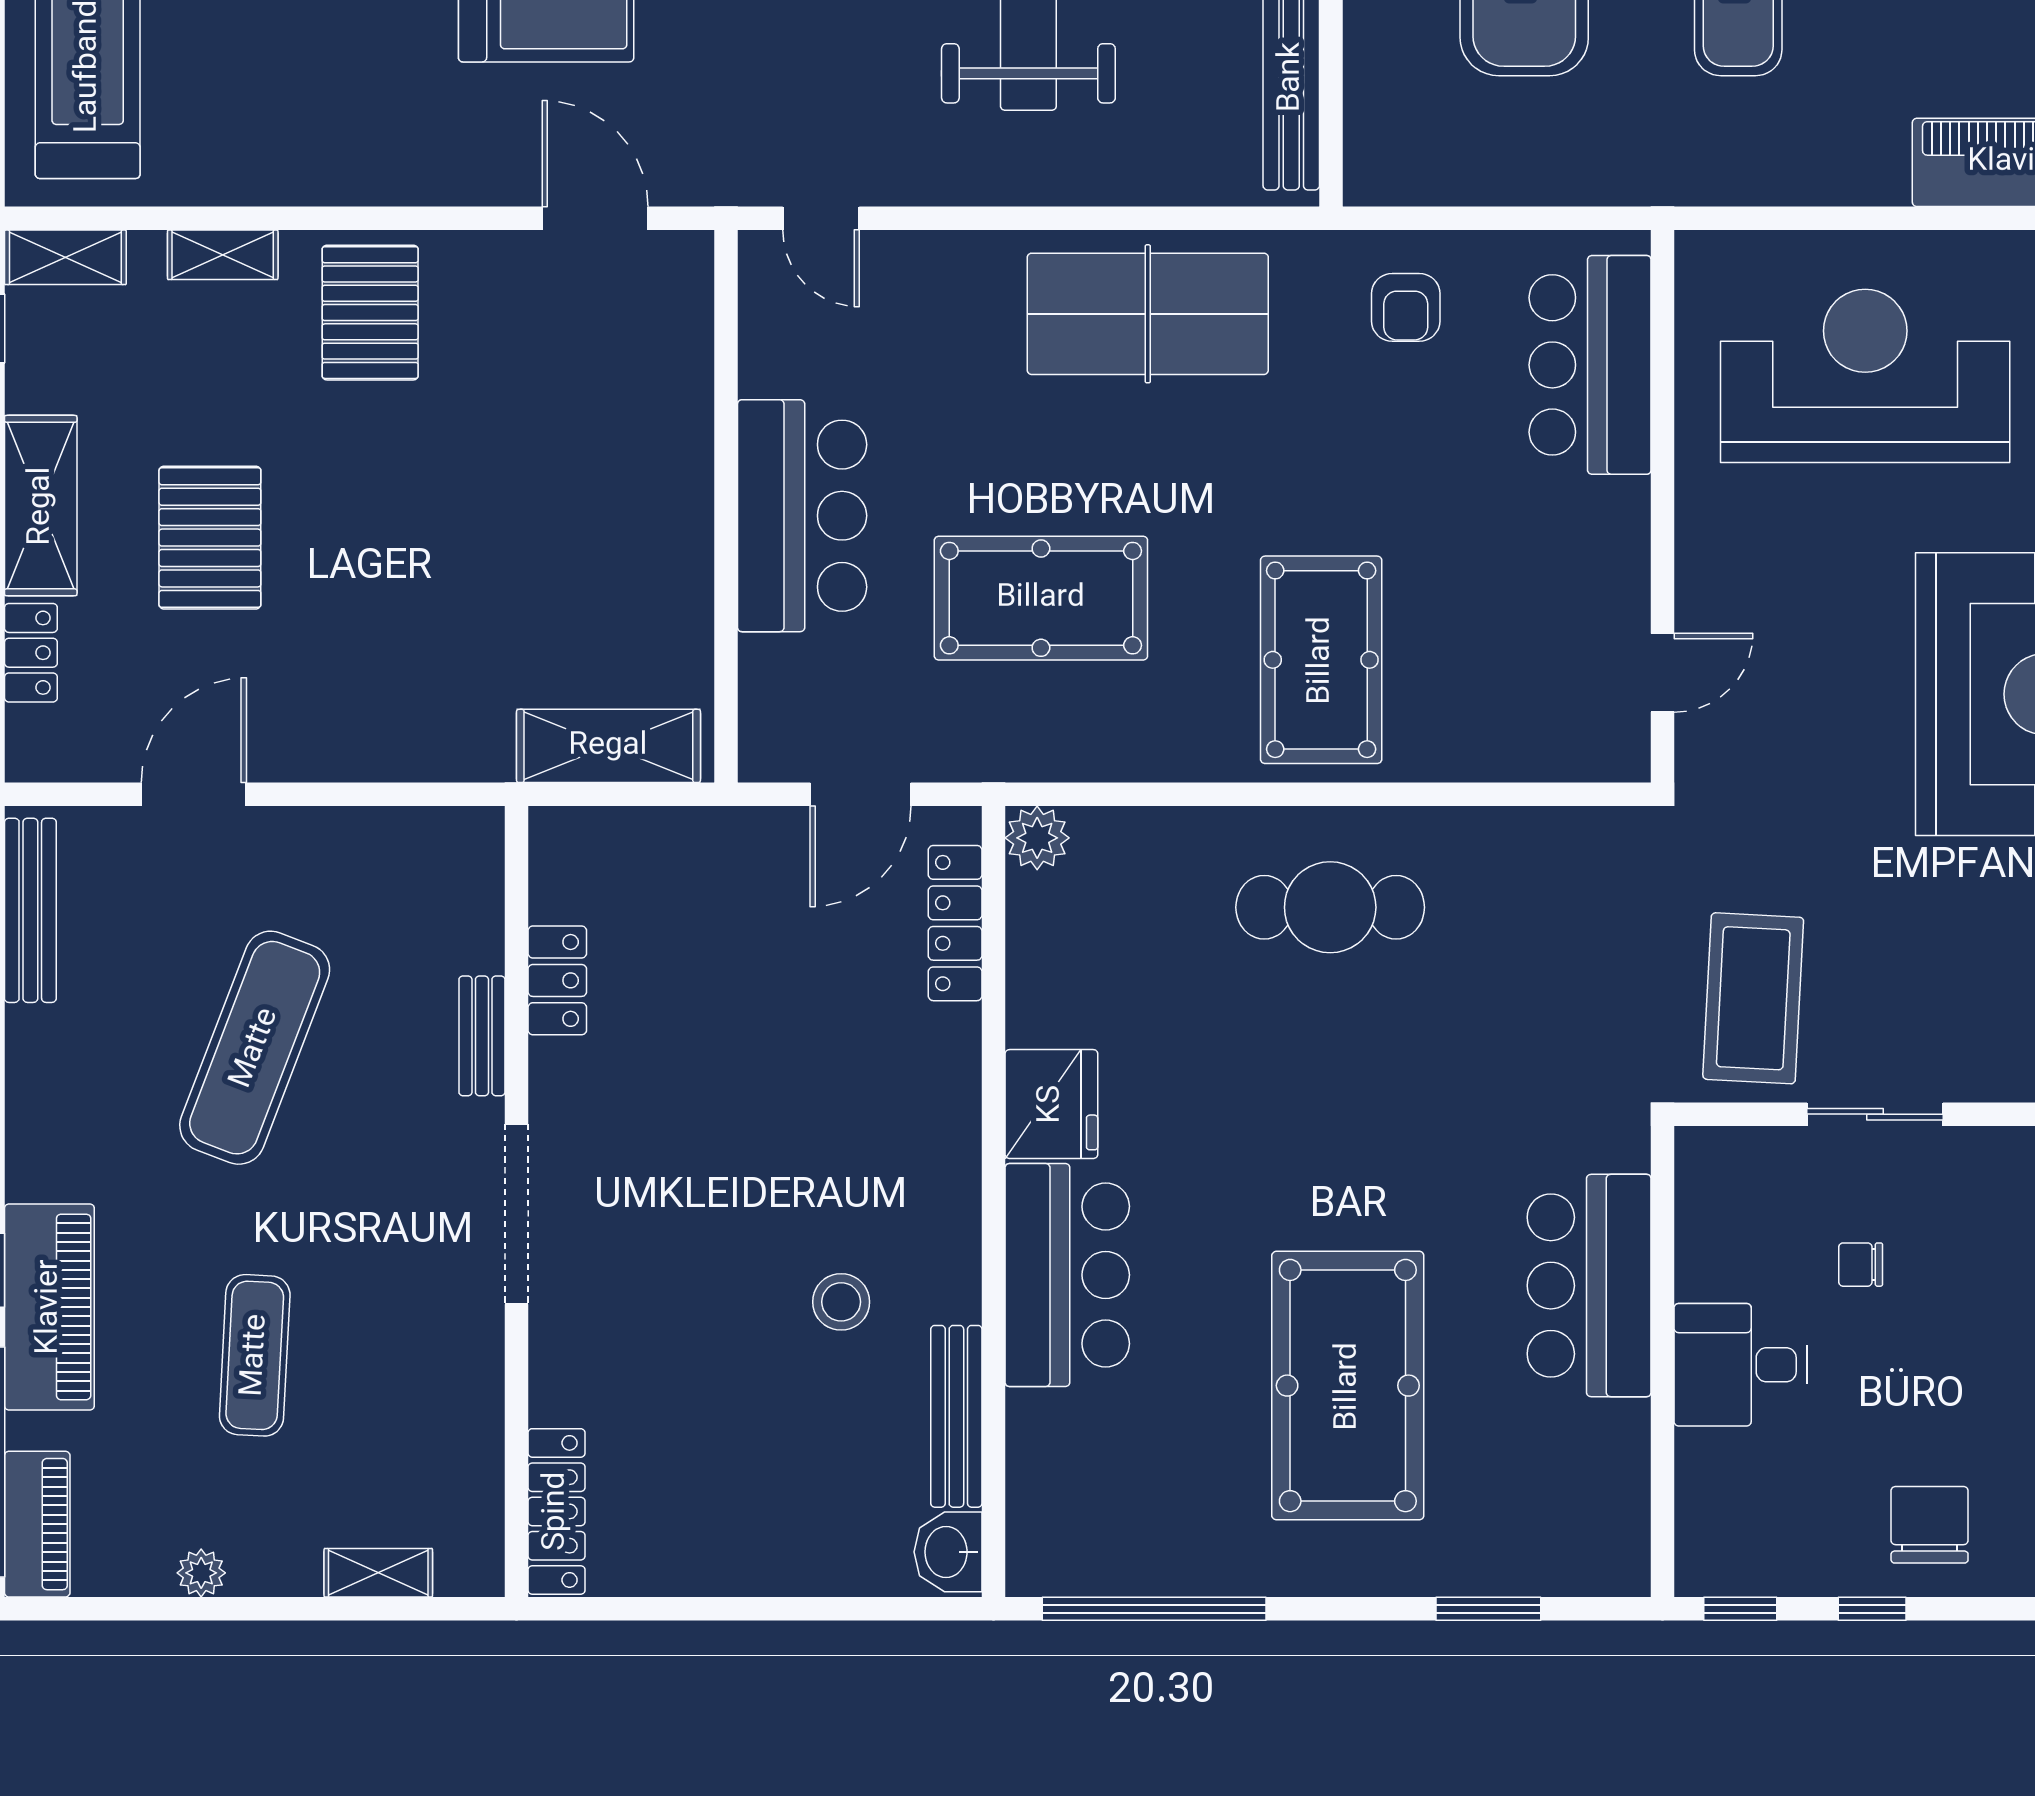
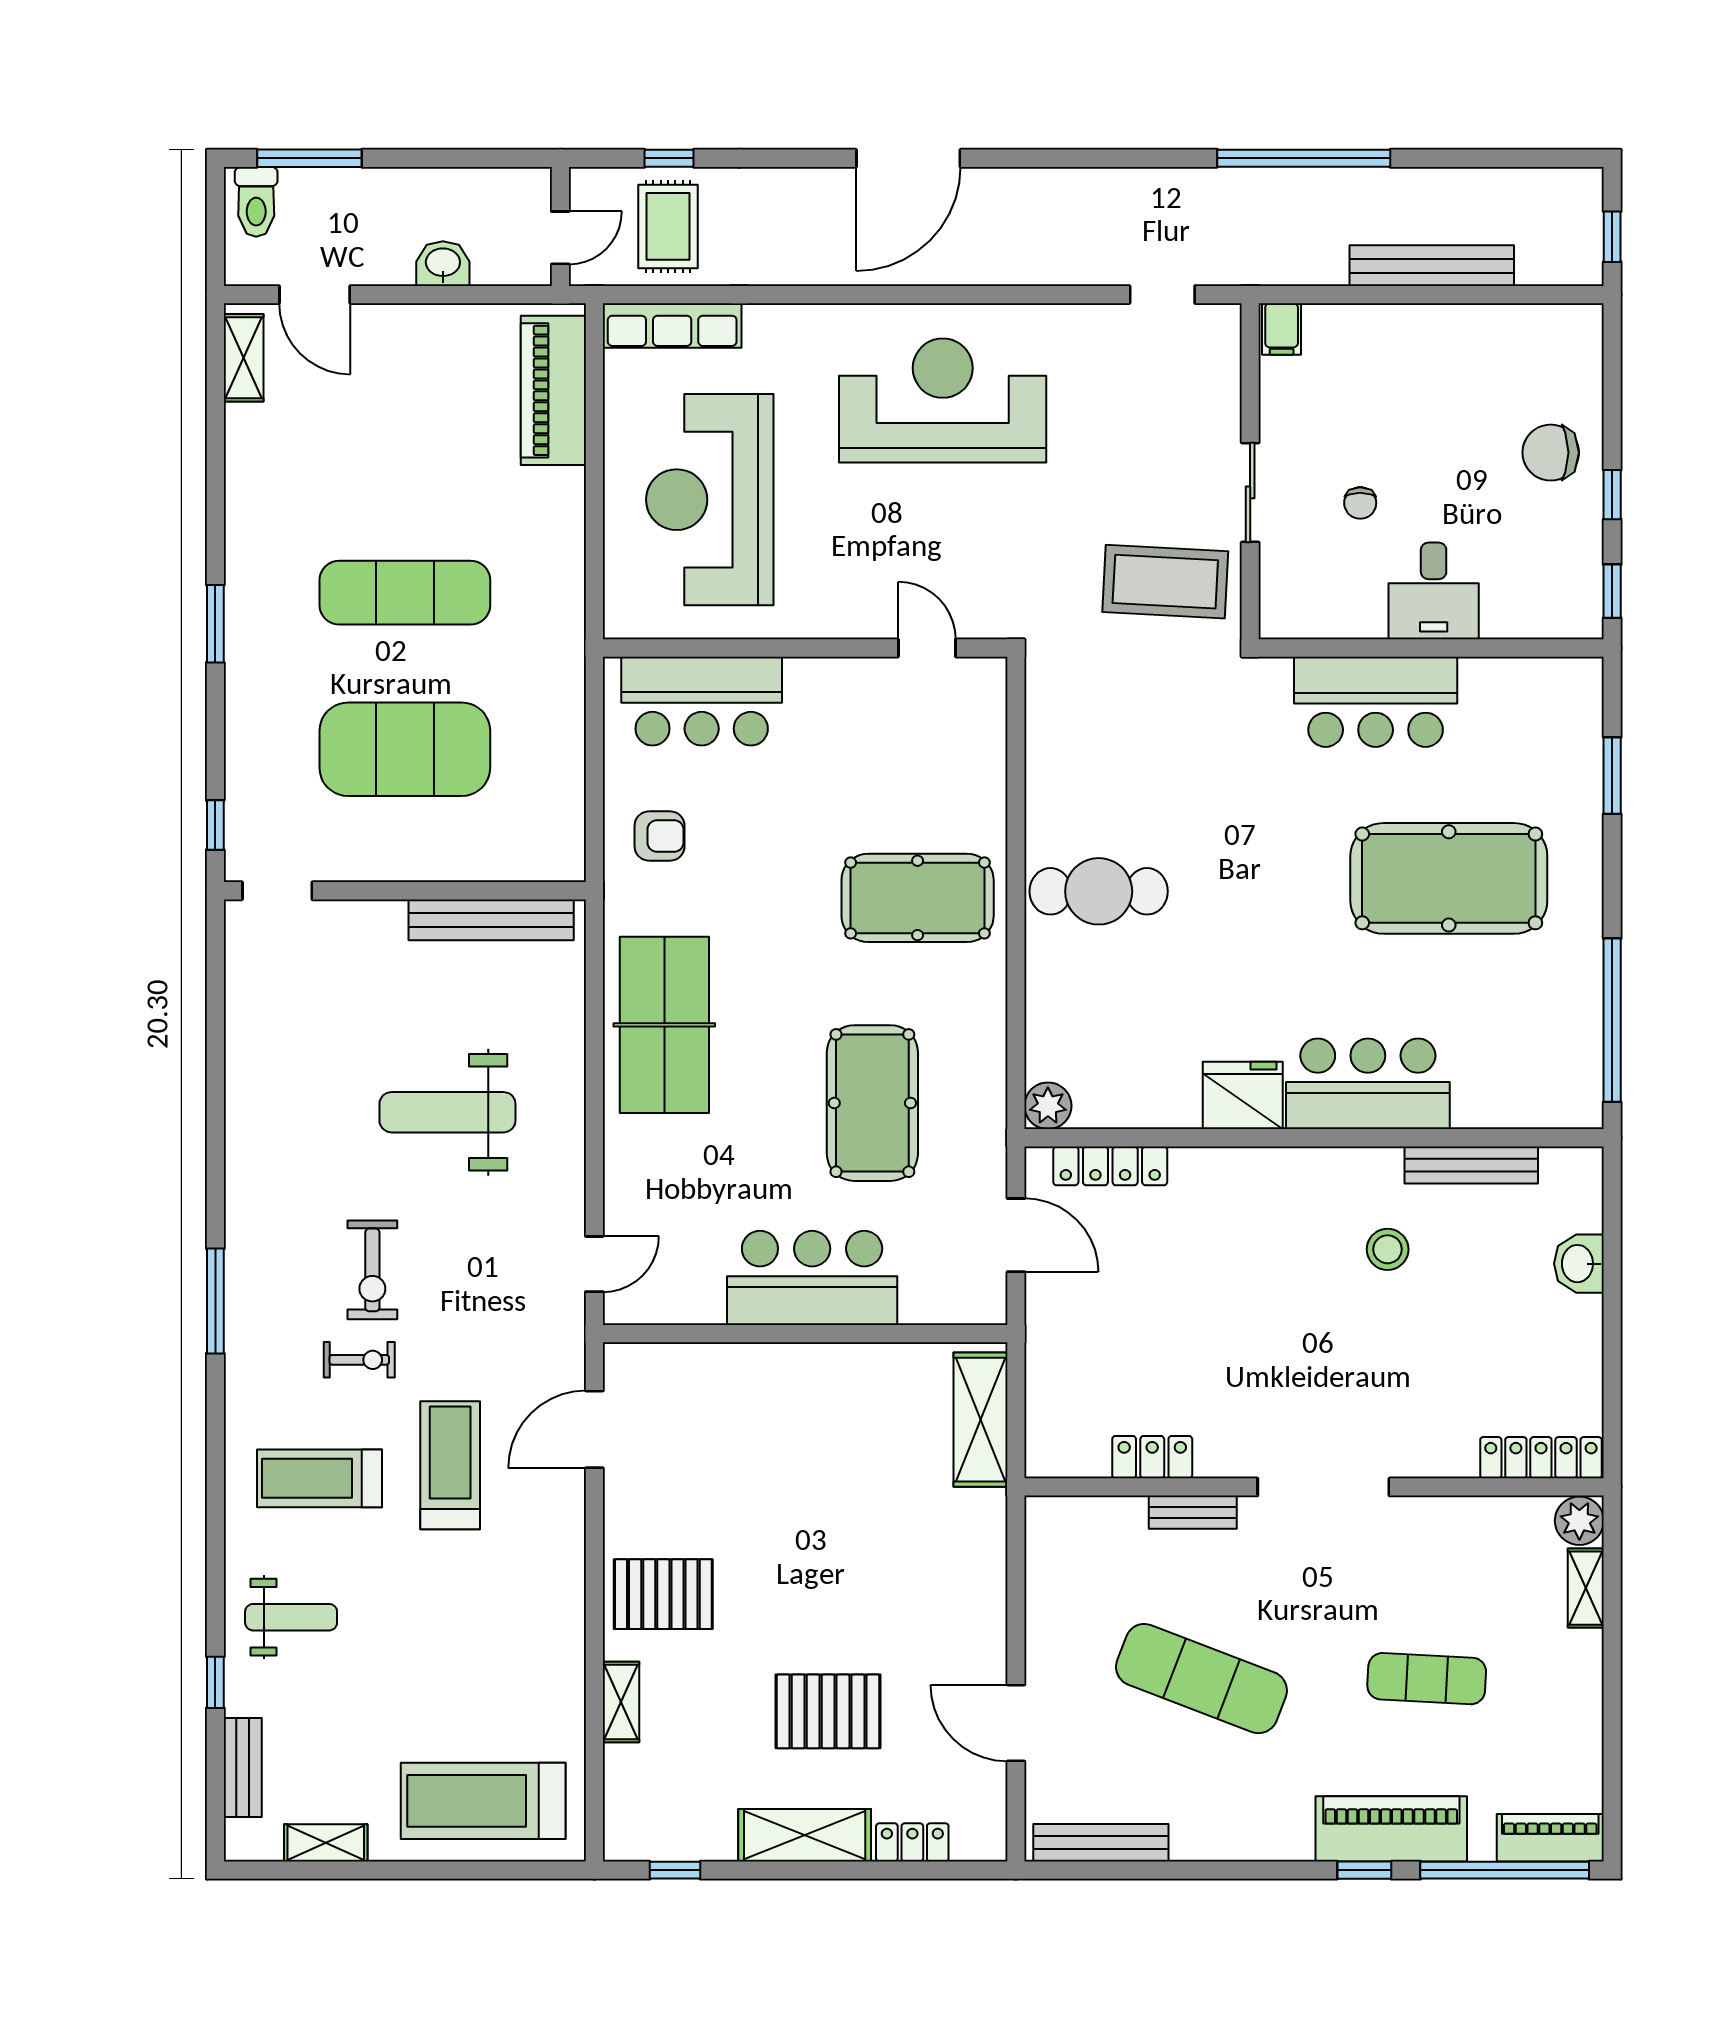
shelving: (65, 257) -> (623, 1817), removed
cafe table: (1330, 907) -> (1099, 891), turned 90
washbasin: (948, 1552) -> (1579, 1264), moved, turned 90
plant: (201, 1573) -> (1579, 1521), moved, width x1.38, depth x1.38

